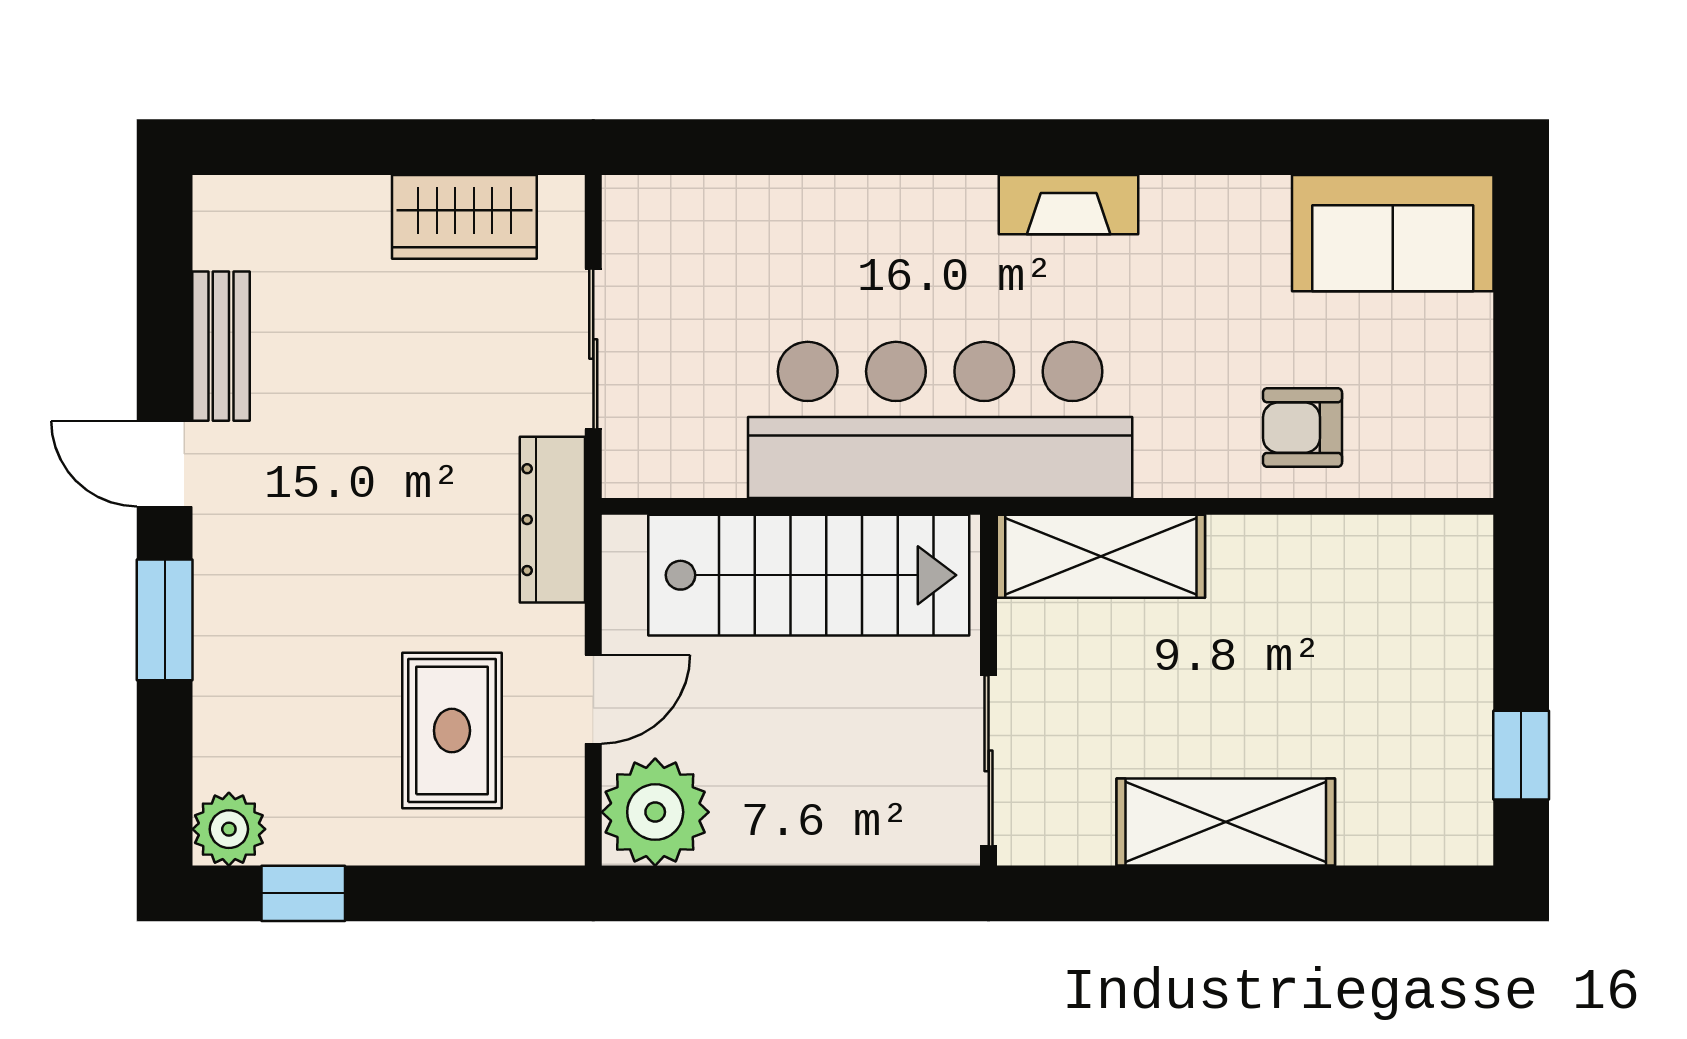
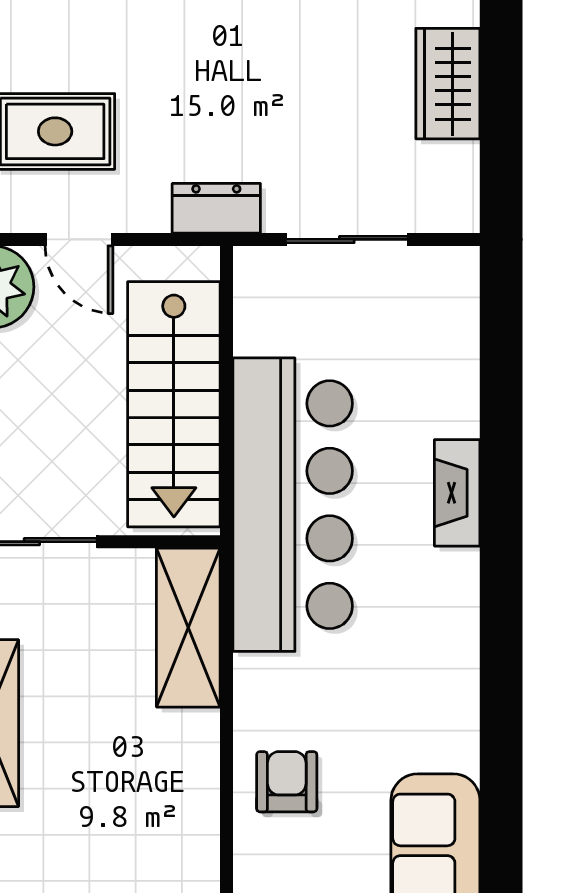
fireplace: (1069, 205) -> (457, 493), moved
wardrobe: (464, 217) -> (448, 84), moved
dresser: (552, 520) -> (216, 208), width x0.70

